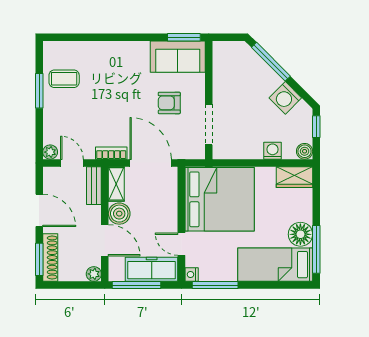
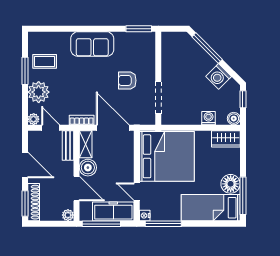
sofa: (178, 57) -> (92, 44), moved
plant: (57, 118) -> (39, 92), added

